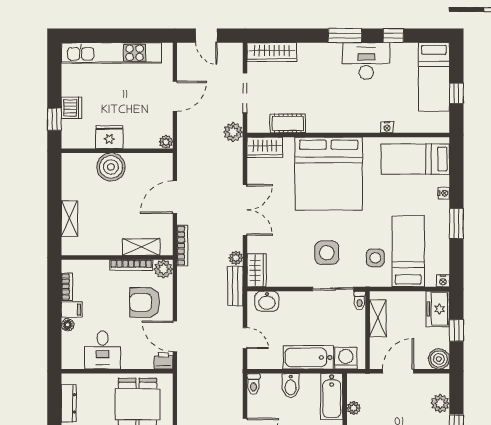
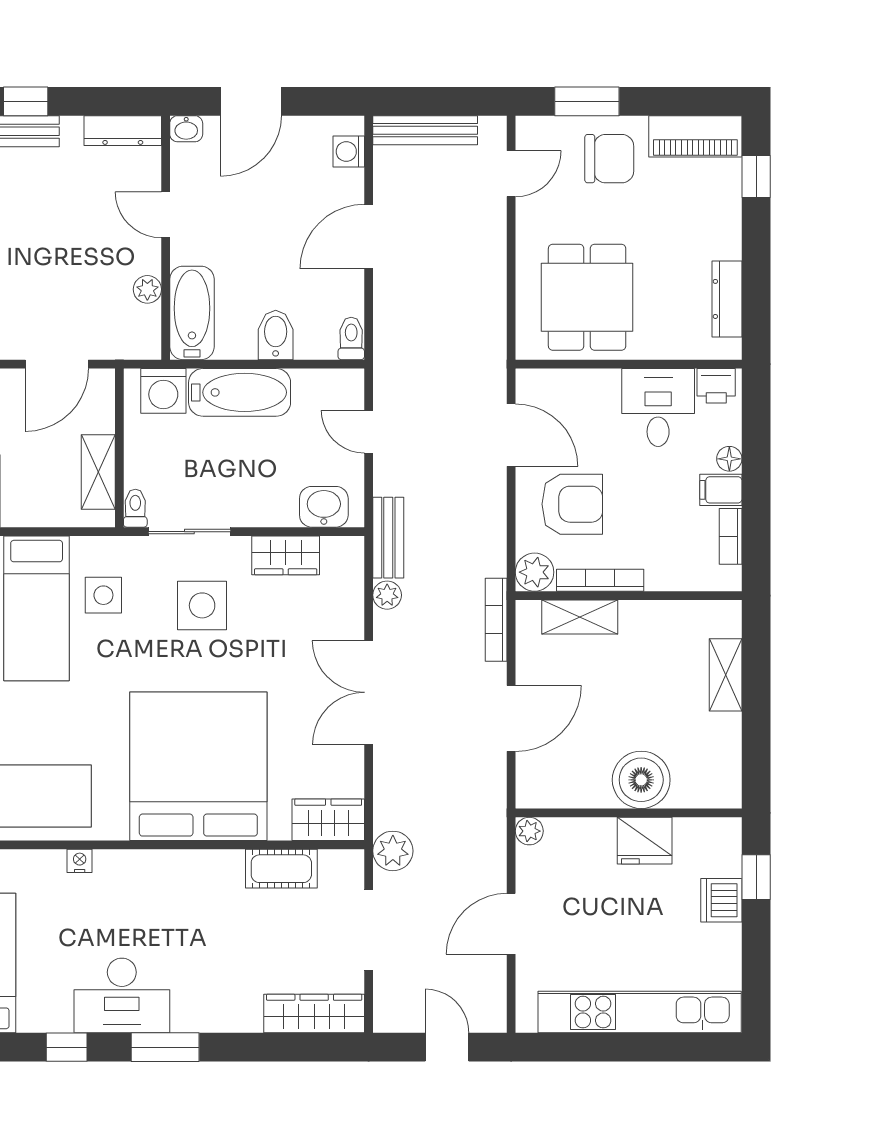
wardrobe: (257, 270) -> (286, 555), moved, turned -90
printer: (163, 361) -> (716, 386), moved

